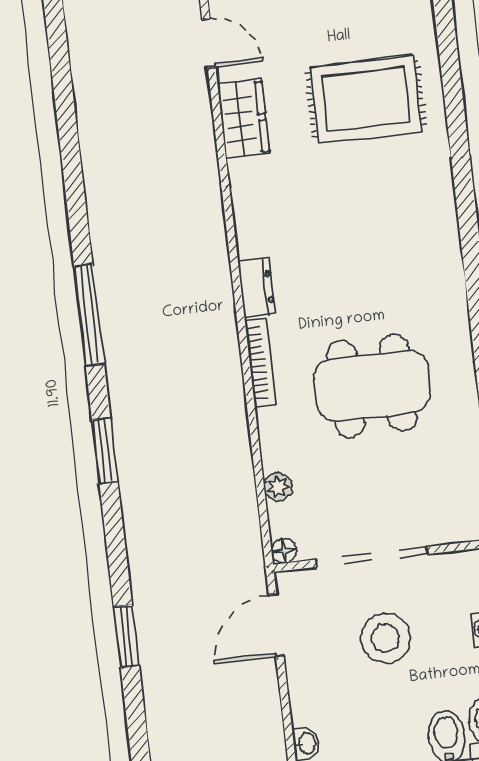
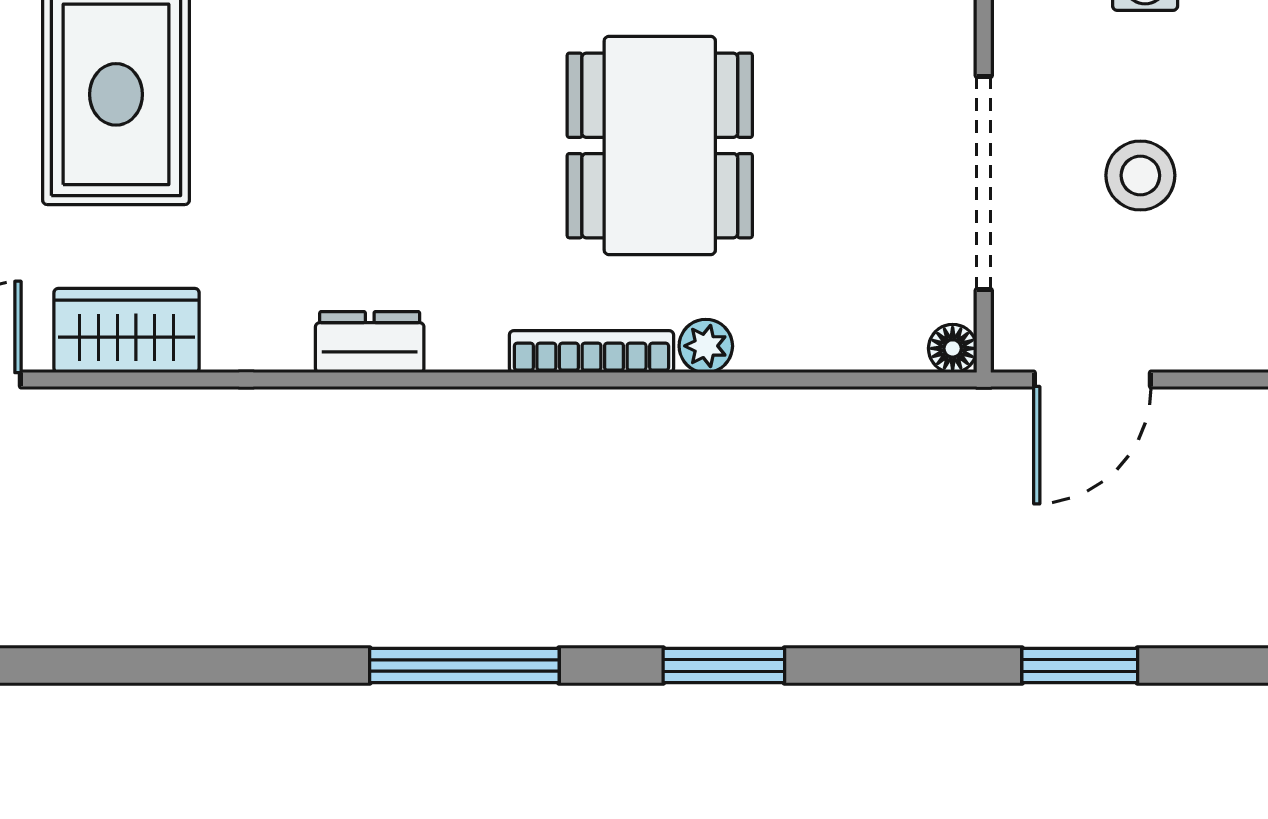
dresser: (257, 288) -> (370, 342), moved
plant: (278, 487) -> (706, 346), moved
door: (276, 625) -> (1092, 380), hinge flipped
stool: (385, 638) -> (1140, 175), width x0.73, depth x0.73

